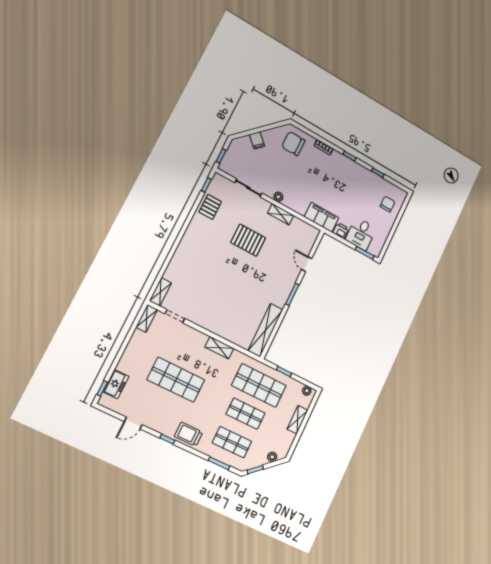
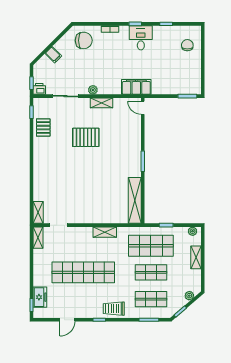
chair: (293, 144) -> (84, 40), turned 180
printer: (341, 231) -> (39, 89), moved
desk: (361, 234) -> (141, 38), moved, turned 180
door: (307, 264) -> (143, 108), moved
shop shelf: (176, 380) -> (83, 272), width x1.40

